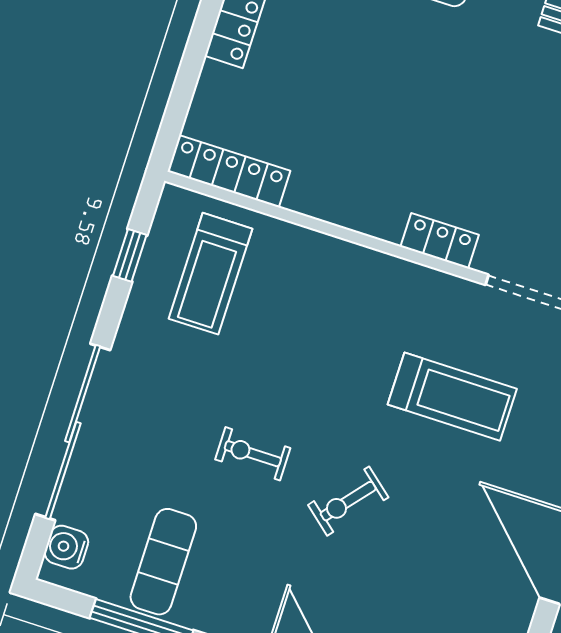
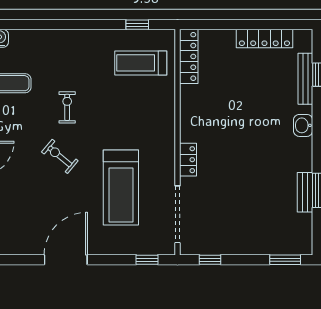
treadmill: (452, 397) -> (121, 187), width x1.37, depth x1.38
sliding door: (73, 432) -> (51, 25), removed

